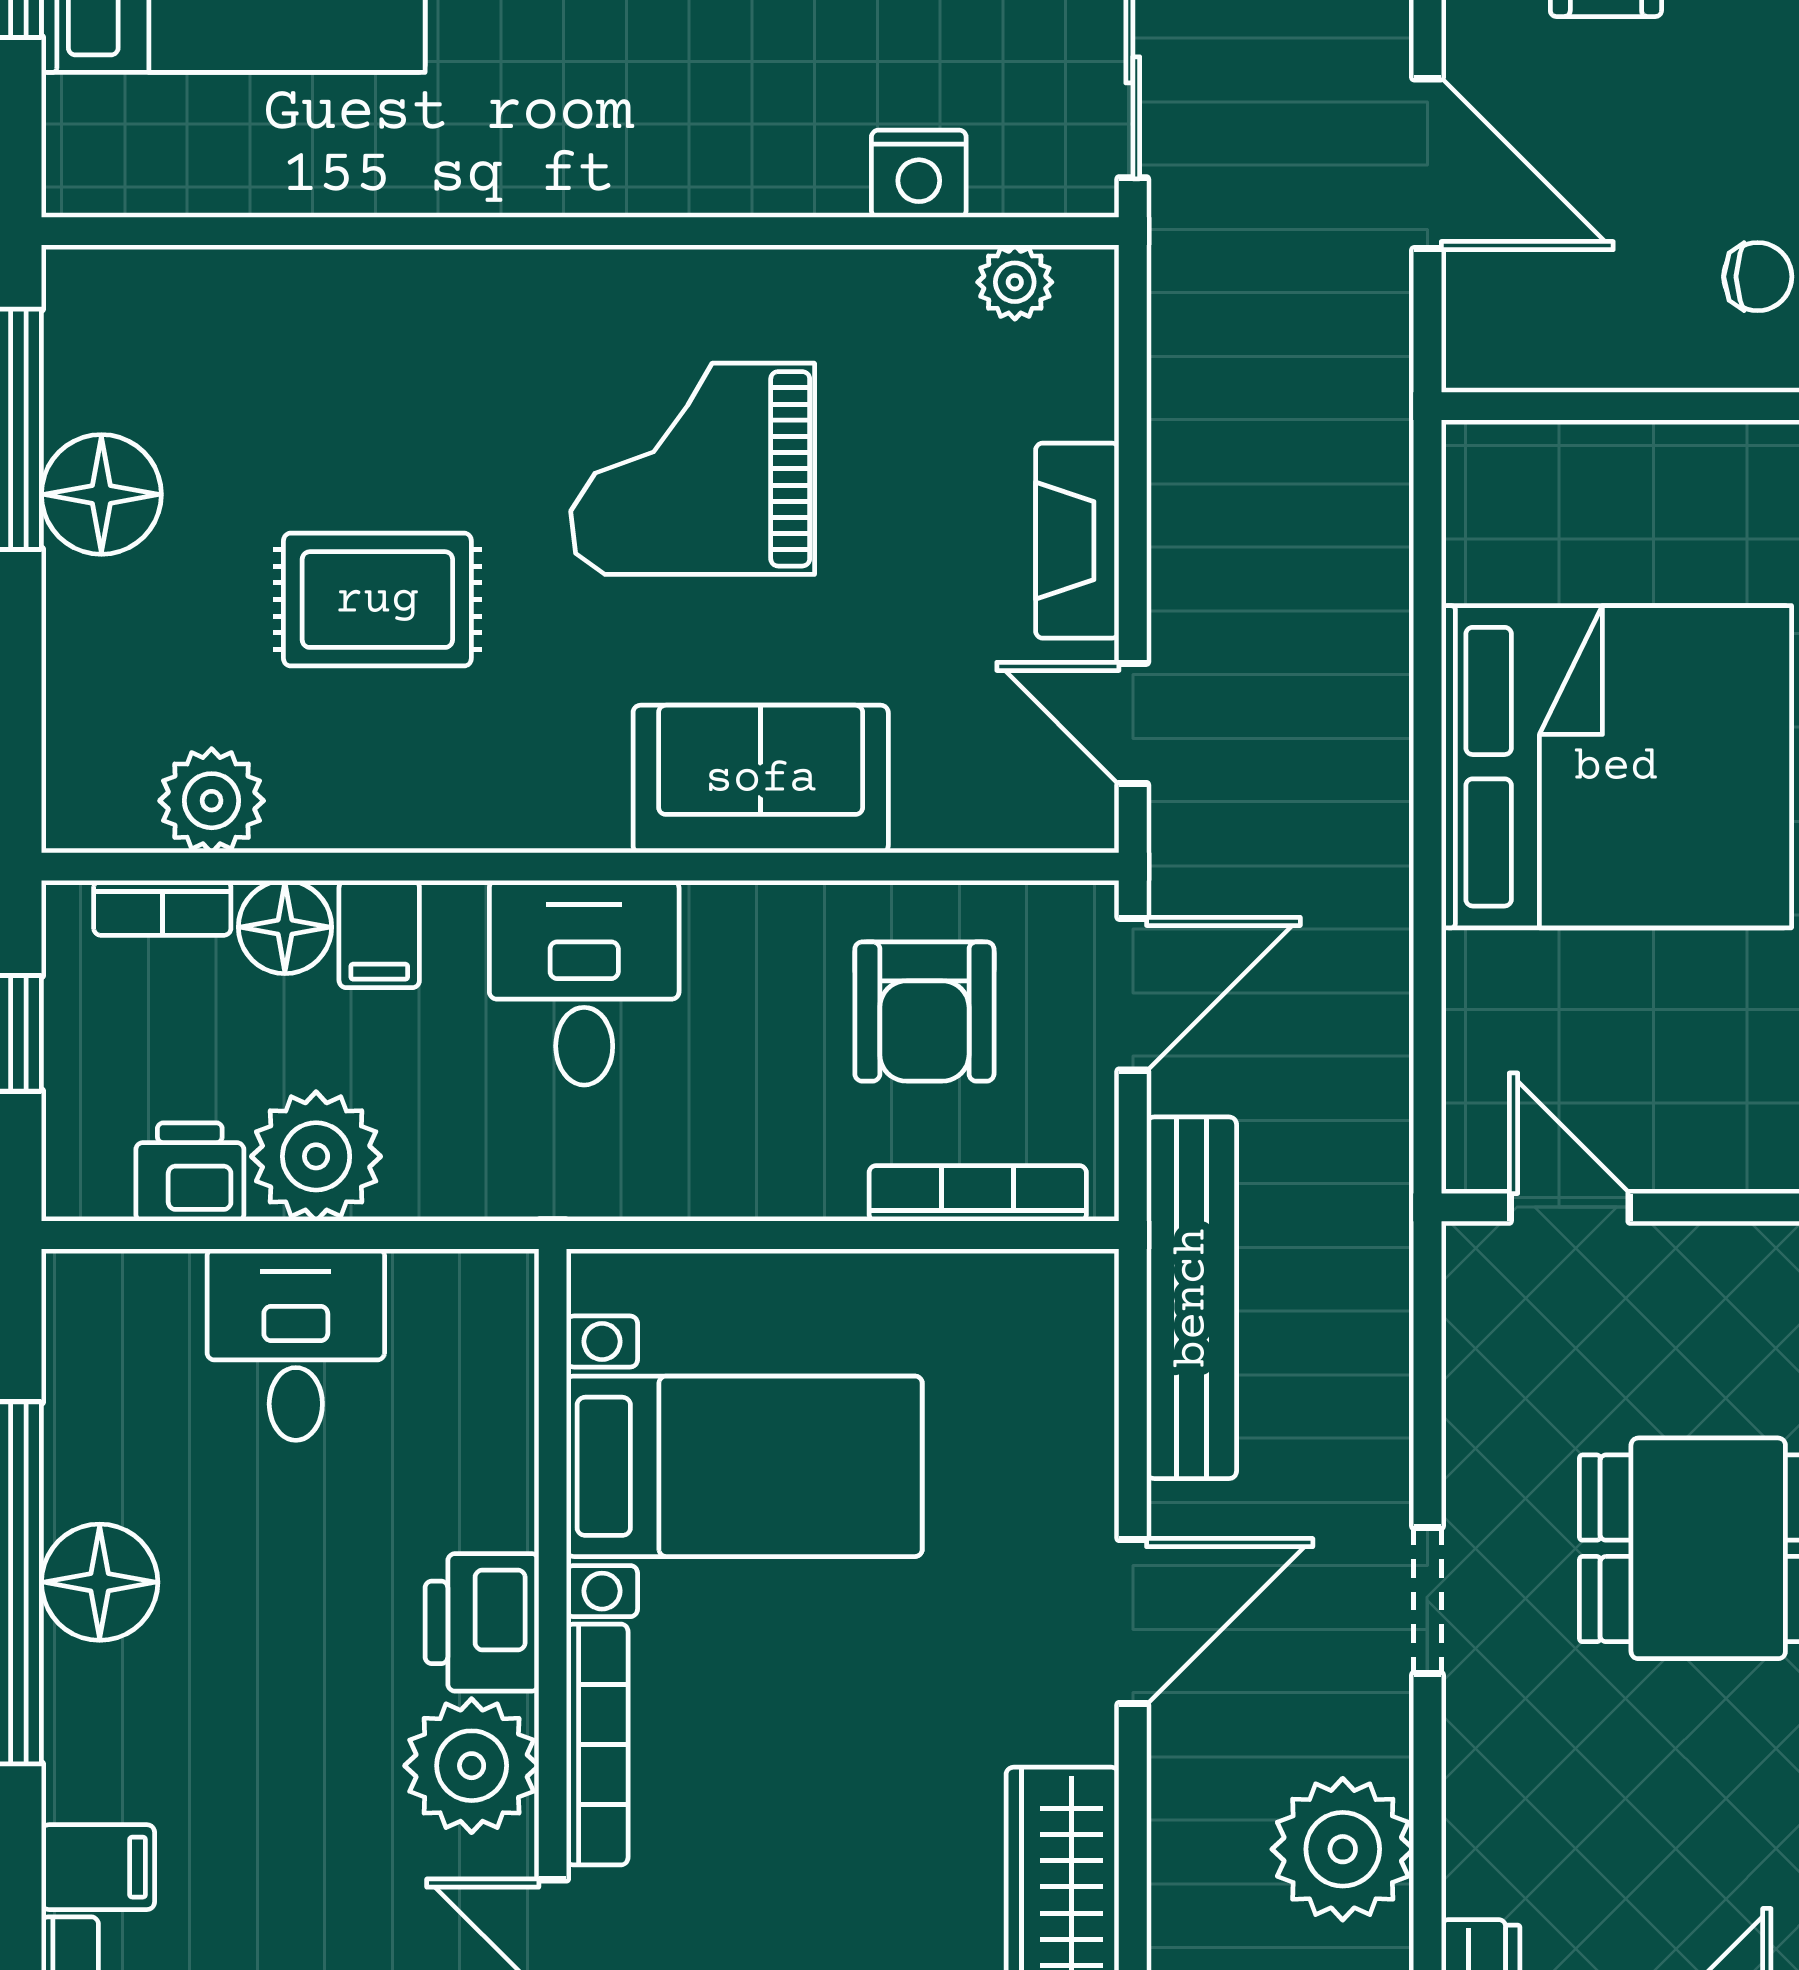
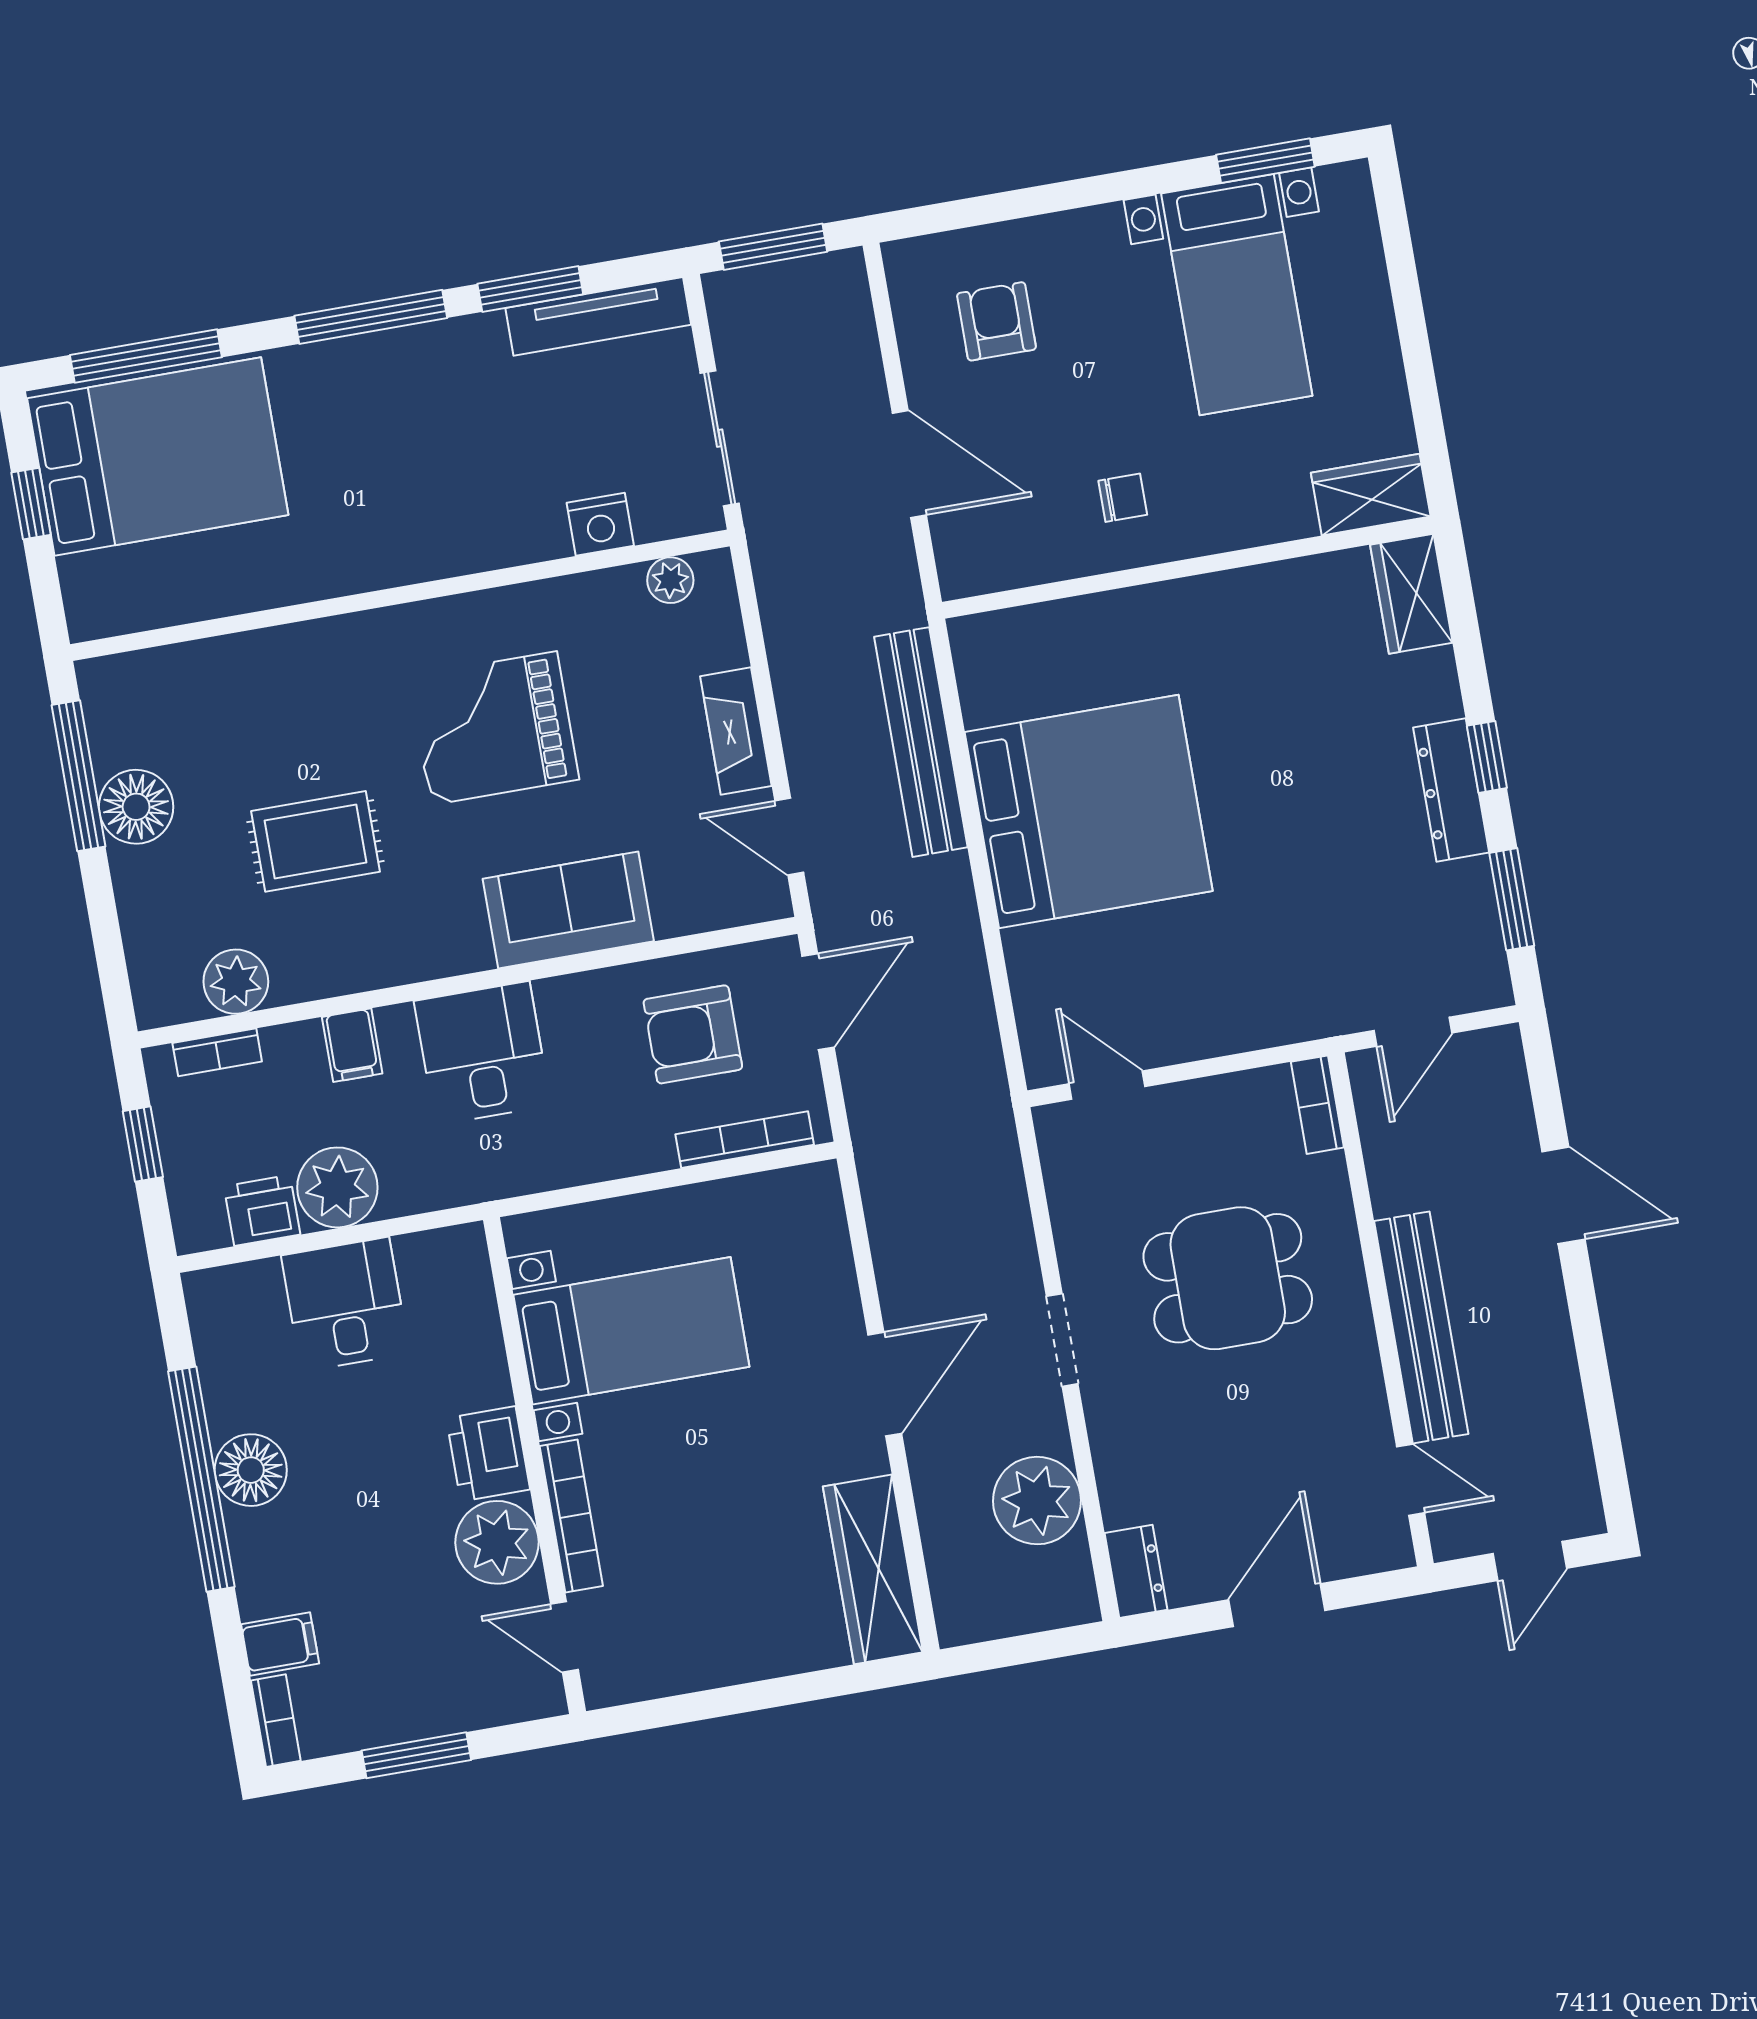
floor lamp: (285, 927) -> (294, 1051), removed
armchair: (924, 1012) -> (693, 1034), turned 90
bench: (1192, 1298) -> (921, 742), moved

